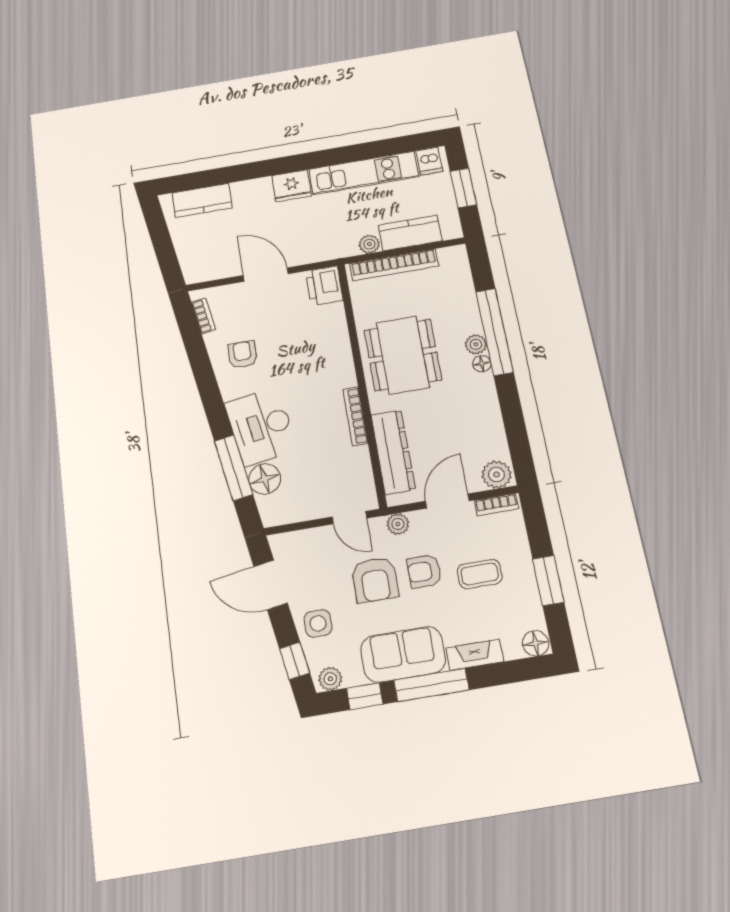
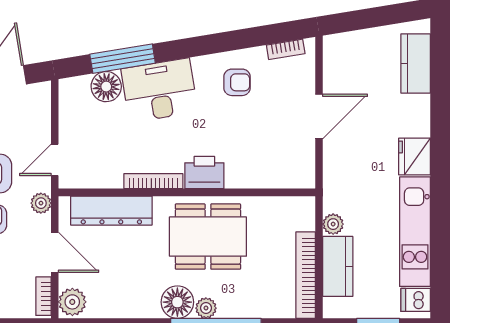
bookcase: (394, 265) -> (306, 275), moved
printer: (324, 286) -> (204, 173), moved
floor lamp: (482, 364) -> (177, 302), width x1.89, depth x1.89

